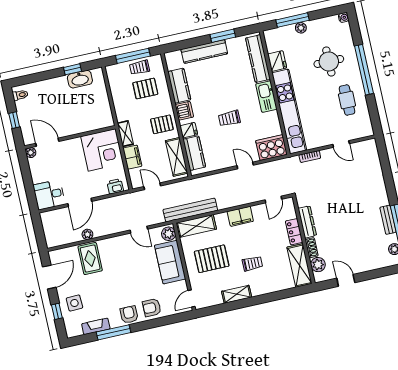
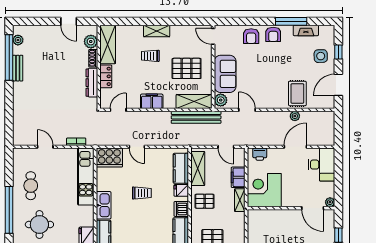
kitchen unit: (289, 111) -> (86, 177), width x0.73
desk: (49, 195) -> (322, 165), width x1.37
shelving: (237, 294) -> (157, 31), moved
door: (191, 299) -> (213, 36), swing flipped
armchair: (152, 308) -> (251, 36), turned 90

